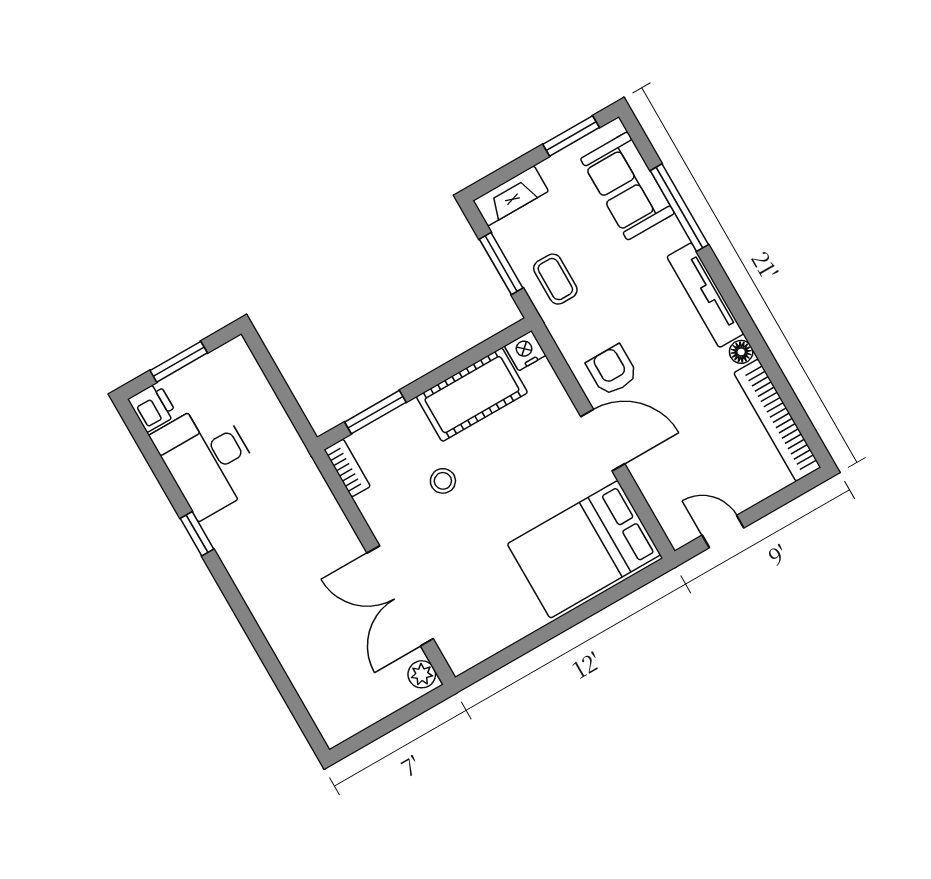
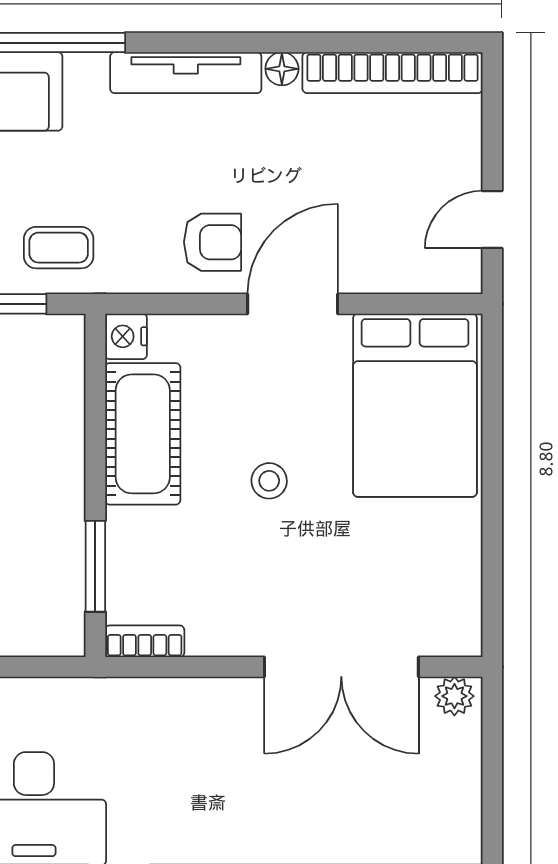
armchair: (612, 370) -> (213, 242), turned 180
stool: (443, 481) -> (269, 481), moved

